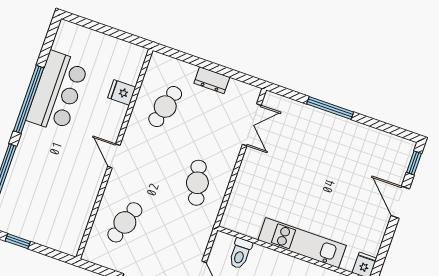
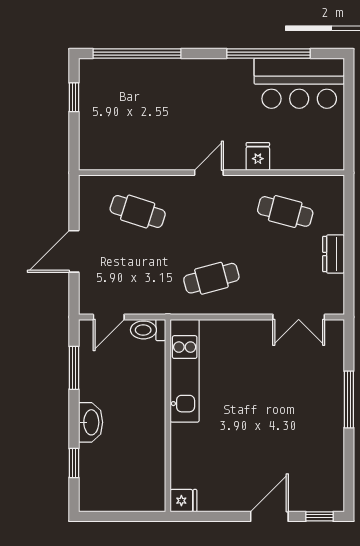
bar counter: (57, 92) -> (299, 83), moved
fridge: (122, 92) -> (258, 156), moved
window: (29, 99) -> (268, 54), moved
kitchen unit: (302, 243) -> (185, 371), moved
toilet: (240, 253) -> (148, 330), moved

